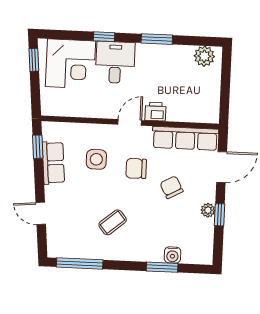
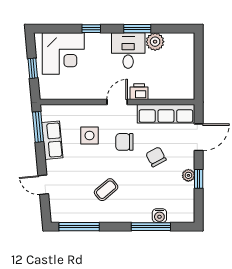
plant: (204, 56) -> (155, 42), moved
window: (34, 60) -> (33, 68), moved
desk: (115, 62) -> (128, 51), moved
window: (38, 147) -> (38, 127), width x1.50
window: (162, 267) -> (151, 227), width x1.44

